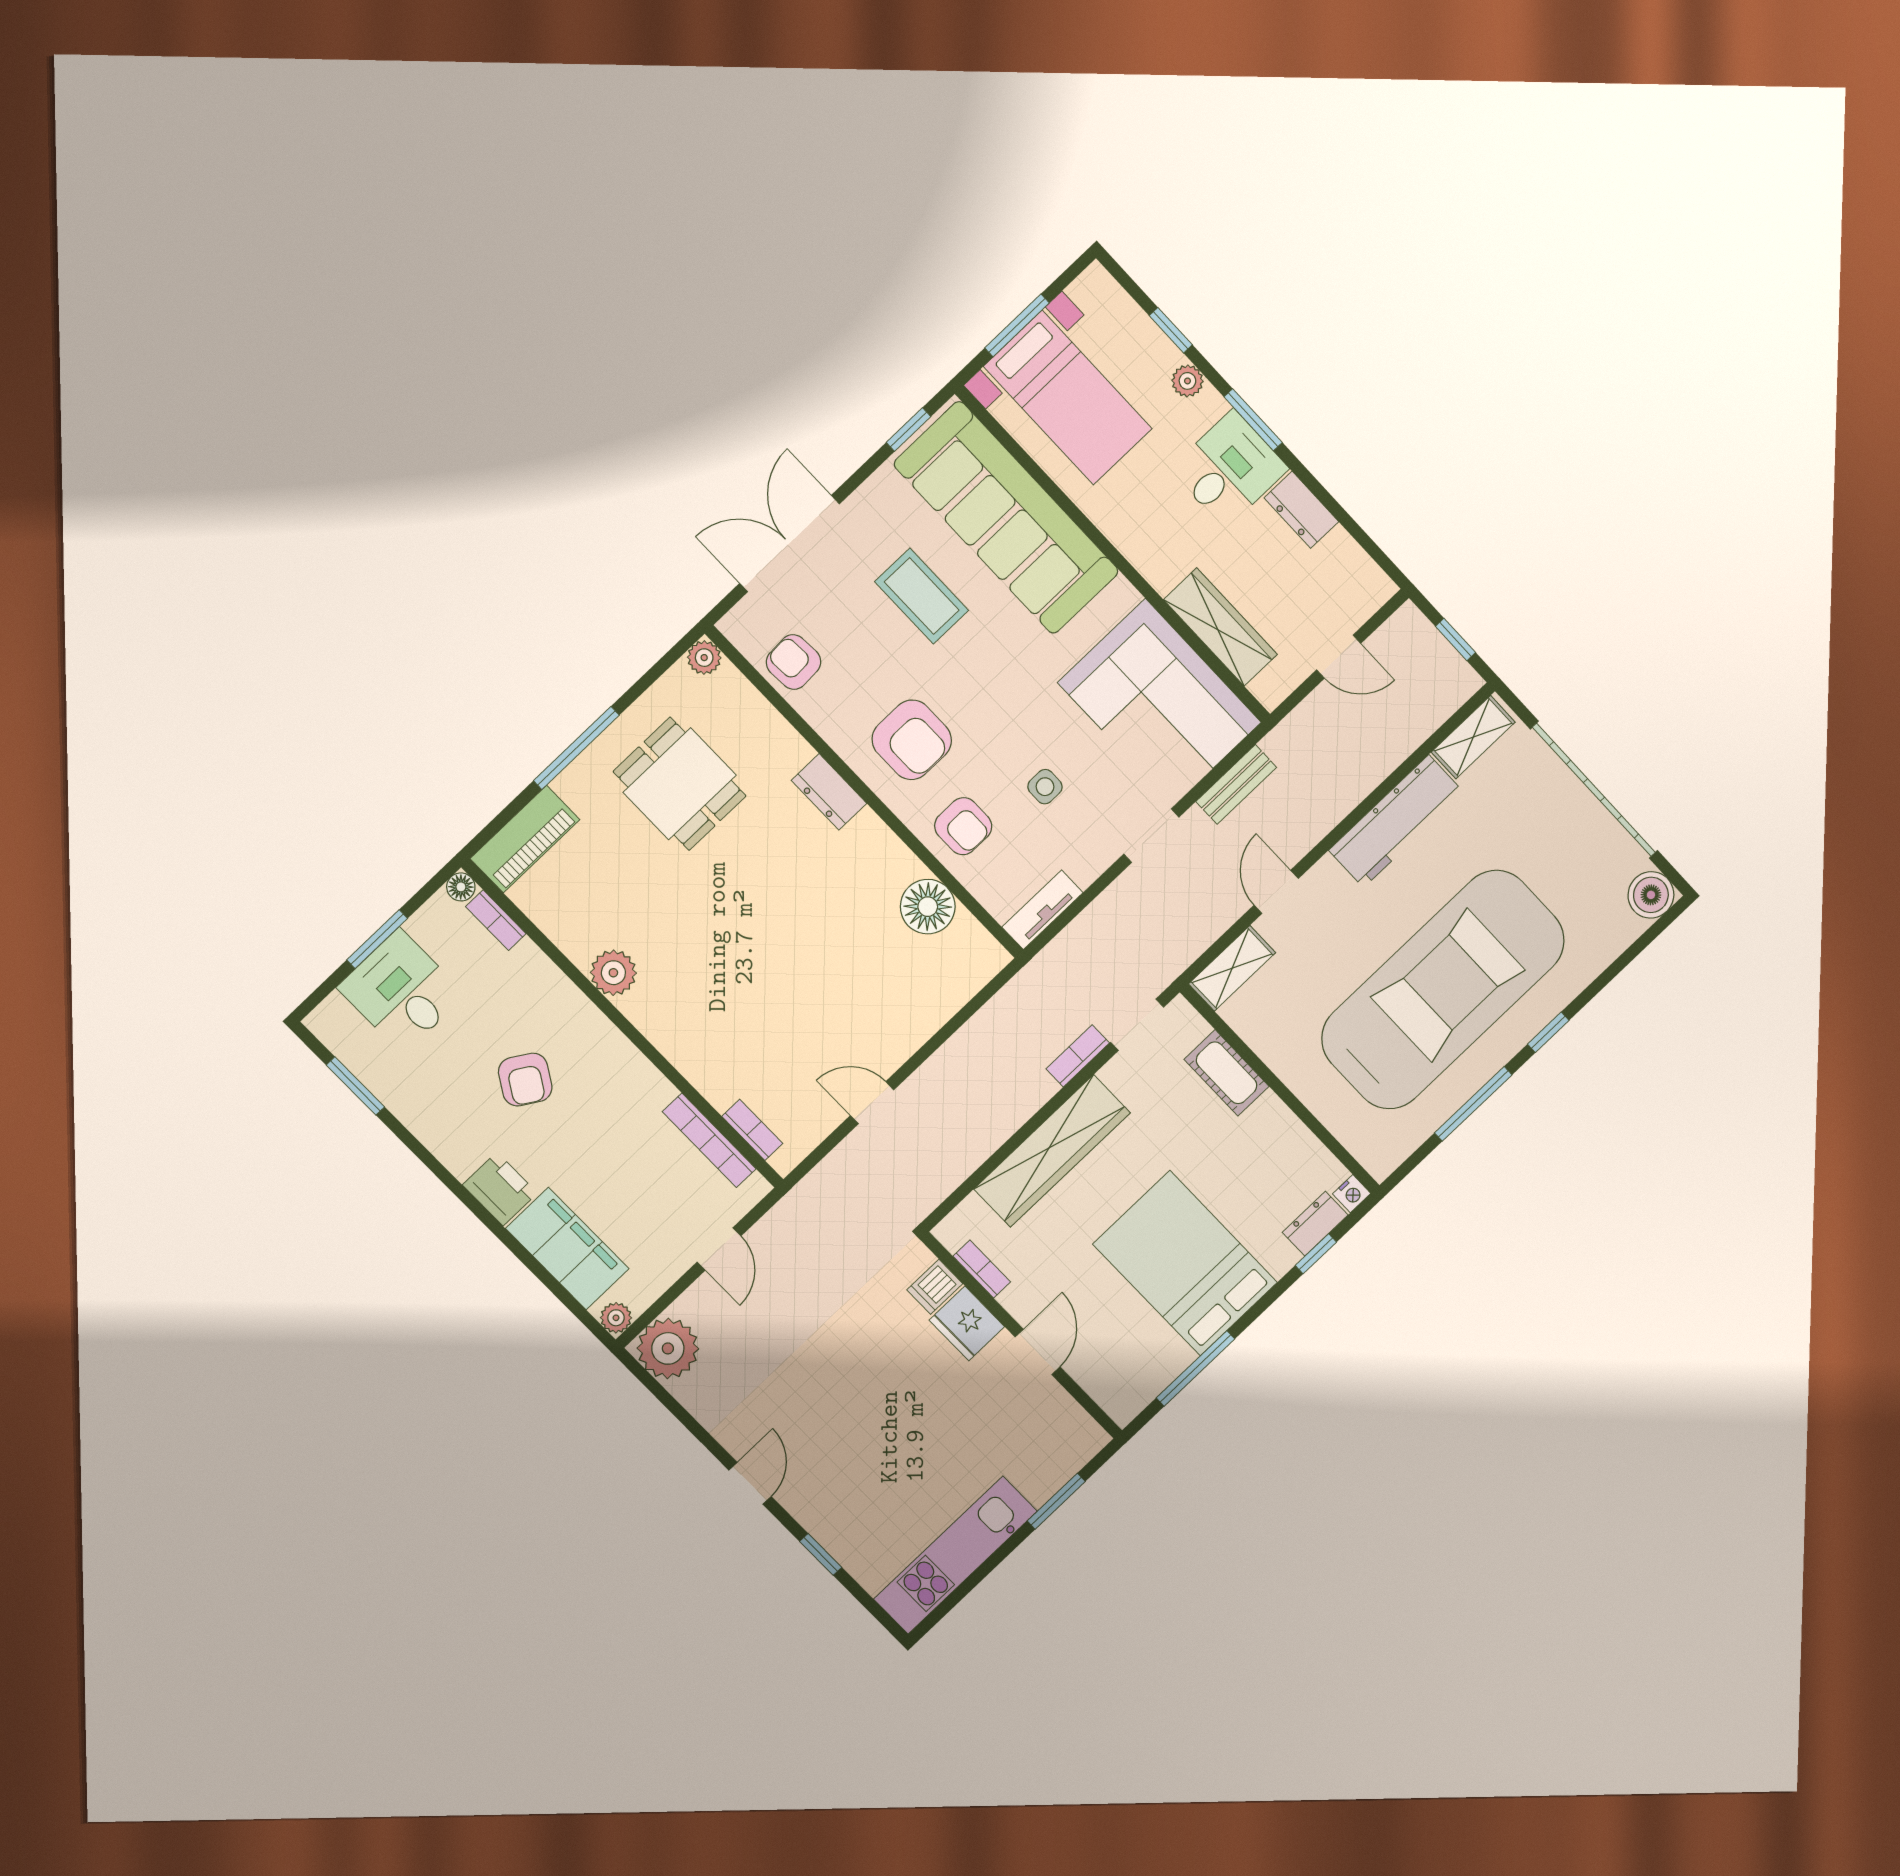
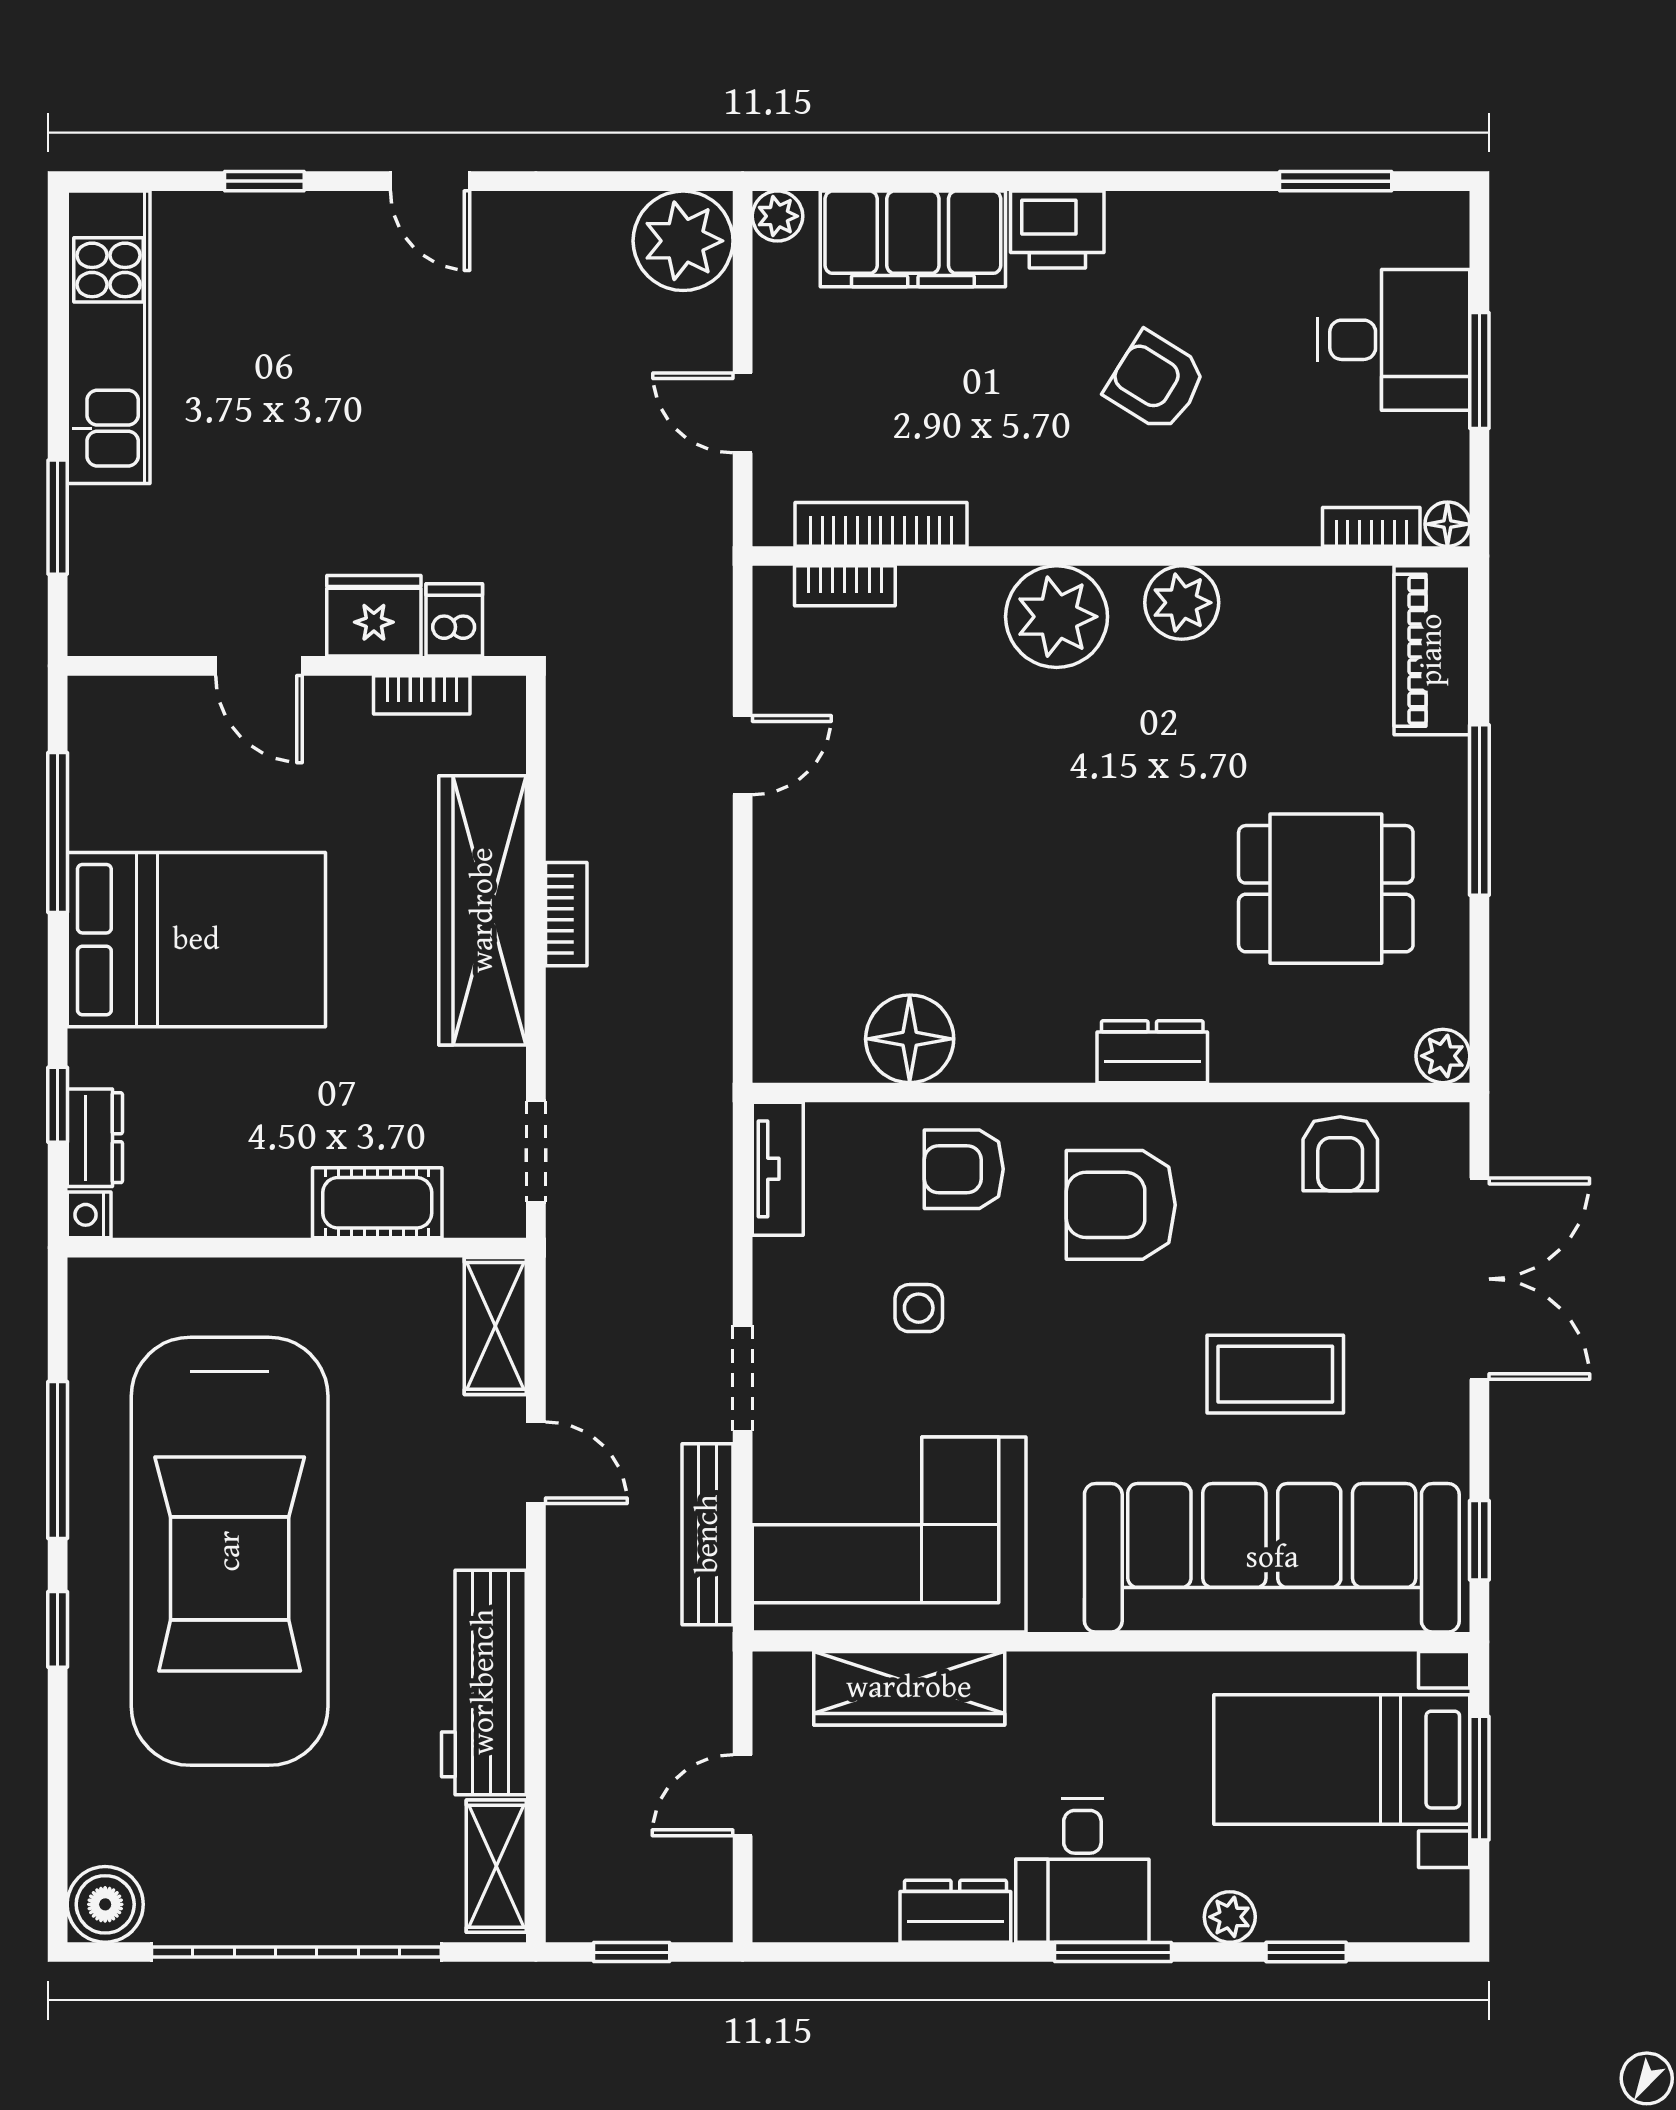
armchair: (794, 662) -> (1340, 1154), turned 93
bench: (1236, 784) -> (708, 1534), width x1.36
plant: (674, 1023) -> (1057, 617), added
bookcase: (1078, 1056) -> (566, 914), moved

